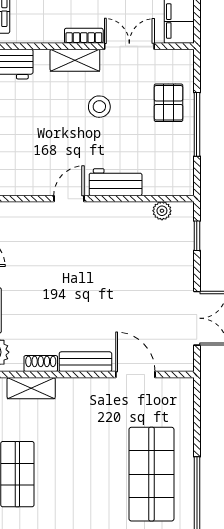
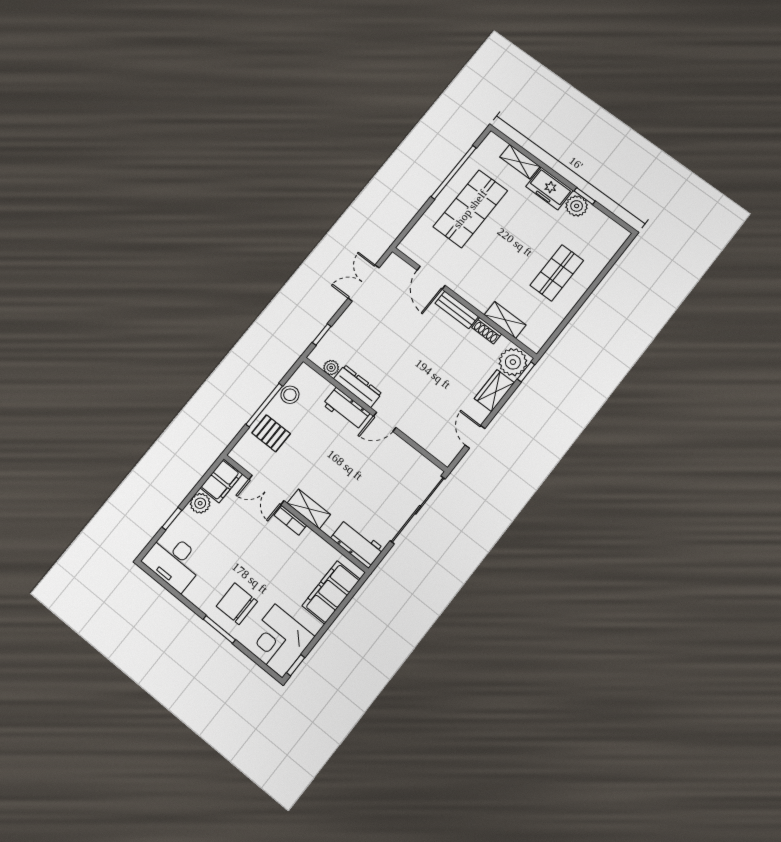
pallet: (168, 103) -> (271, 433), turned 90
stool: (99, 107) -> (290, 395), moved
dresser: (122, 213) -> (358, 386), added

